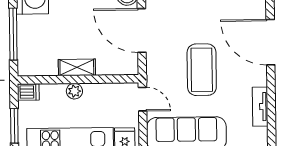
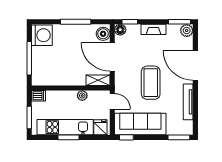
shelving: (77, 67) -> (98, 80), moved
plant: (74, 91) -> (82, 96), moved
tv unit: (260, 107) -> (188, 102), width x1.41

